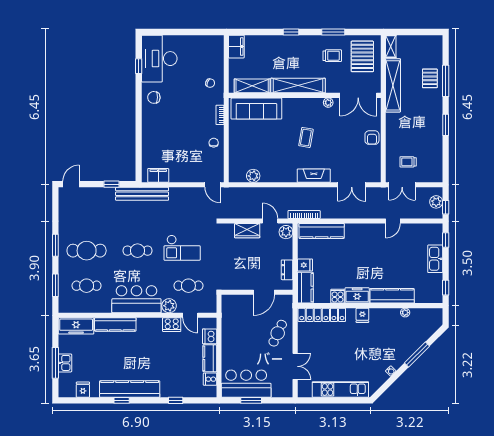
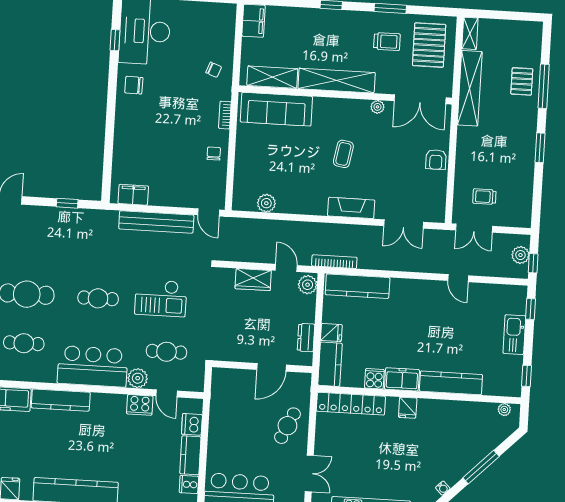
bench: (142, 194) -> (156, 222), moved
door: (393, 221) -> (458, 278), hinge flipped
plant: (405, 313) -> (504, 410), moved

